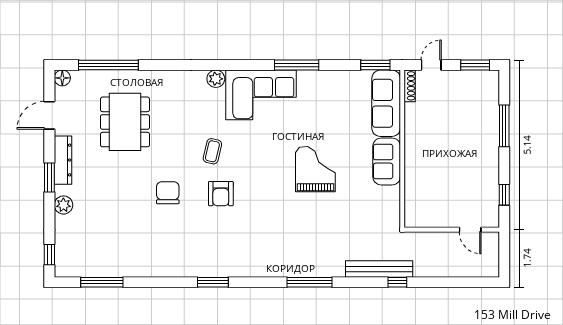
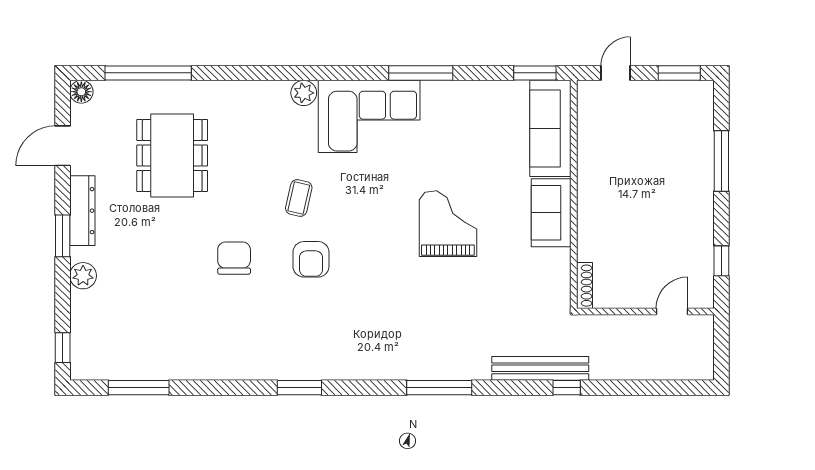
shoe rack: (410, 86) -> (584, 286), moved
door: (470, 230) -> (672, 312), swing flipped

